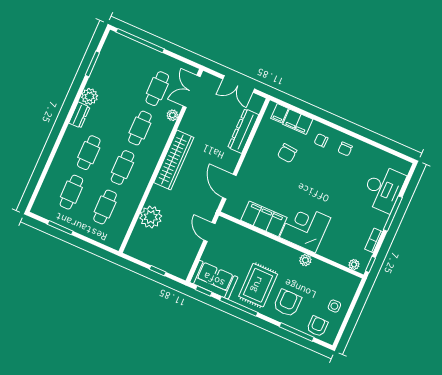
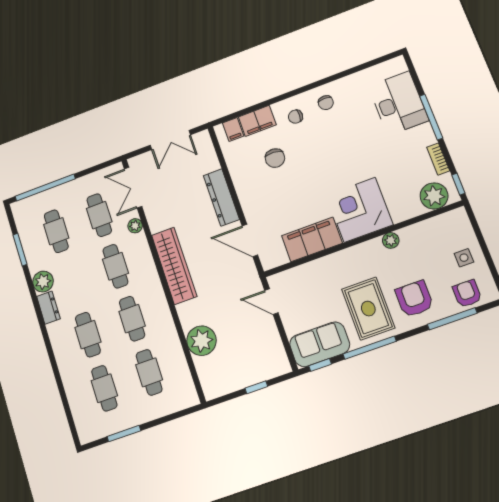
cafe table: (124, 74) -> (56, 231), added
dresser: (243, 131) -> (221, 197), moved
plant: (354, 264) -> (434, 196), width x1.88, depth x1.88

